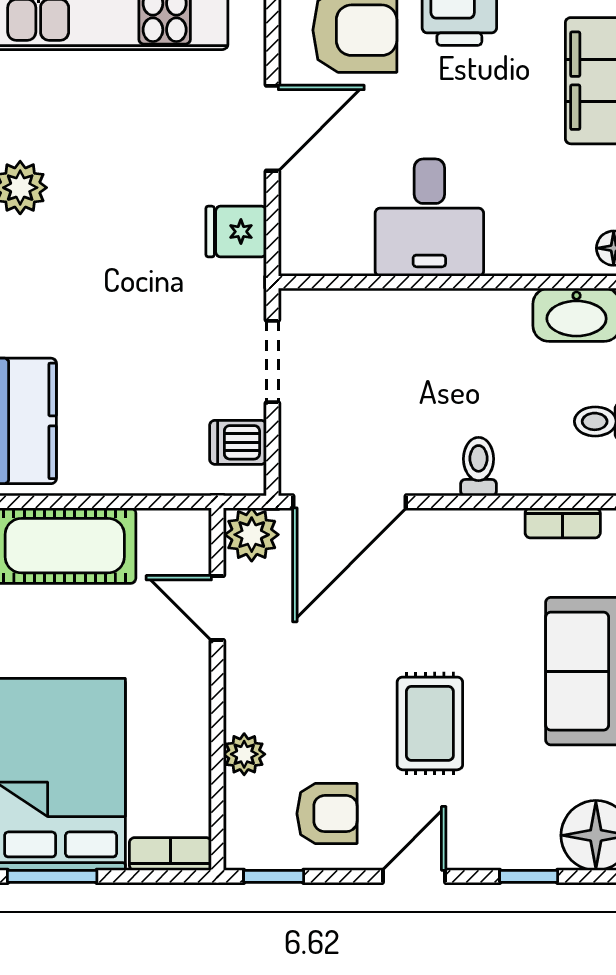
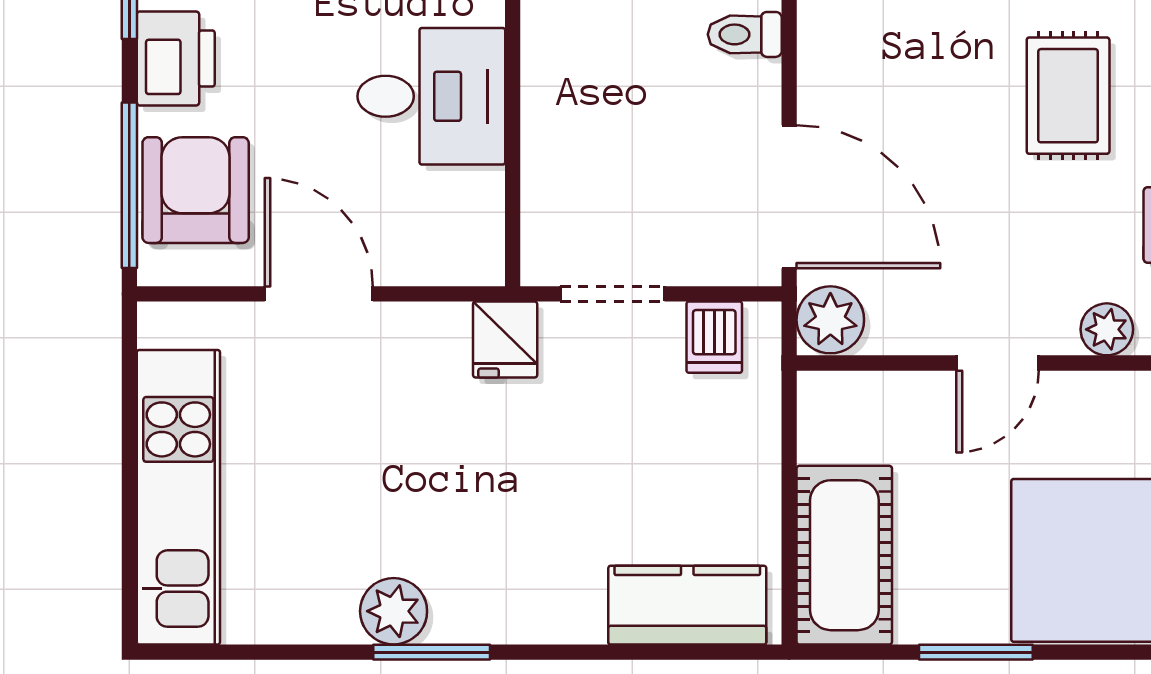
fridge: (236, 232) -> (505, 339), moved
door: (217, 608) -> (997, 363), moved
rug: (430, 723) -> (1068, 96), turned 90

